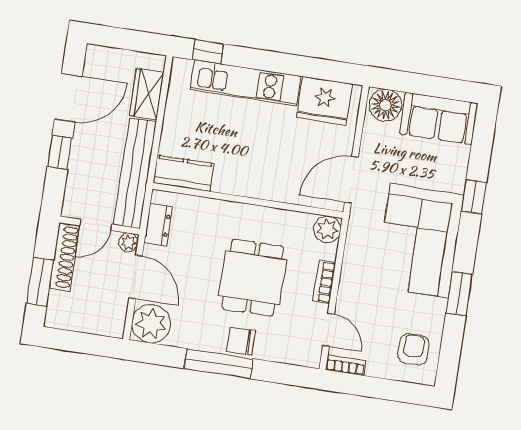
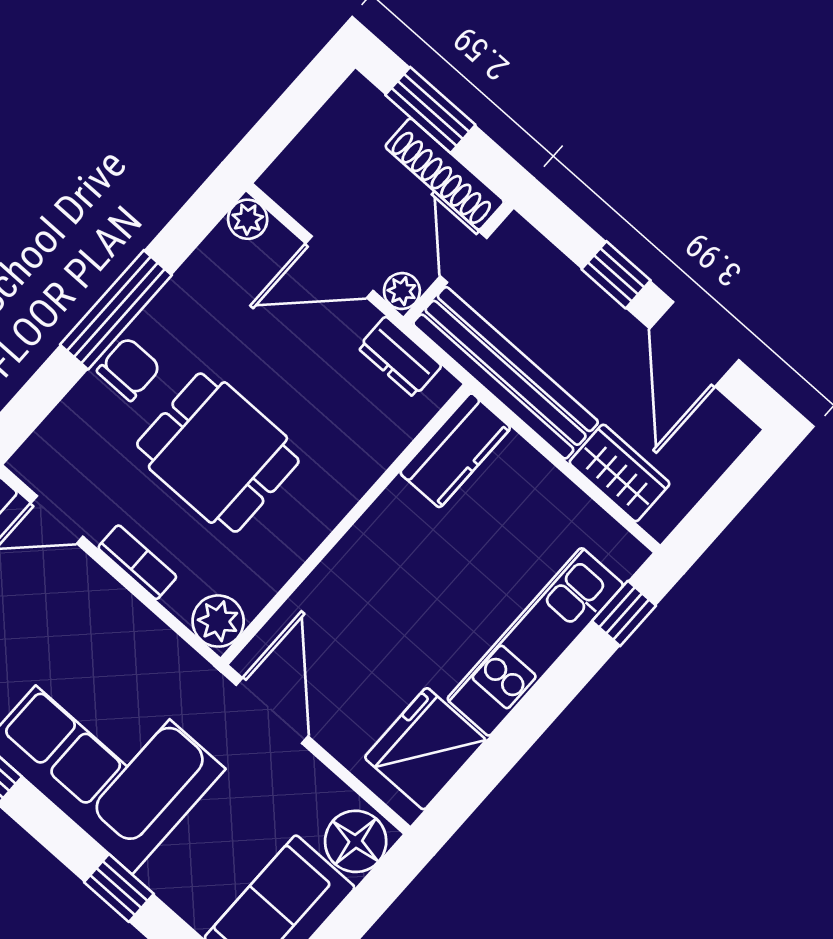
plant: (151, 324) -> (248, 219), width x0.53, depth x0.53

